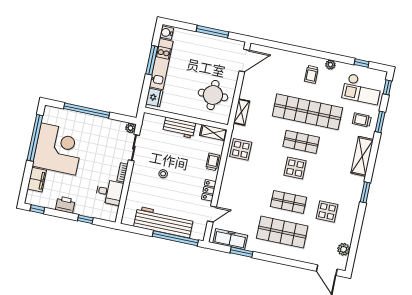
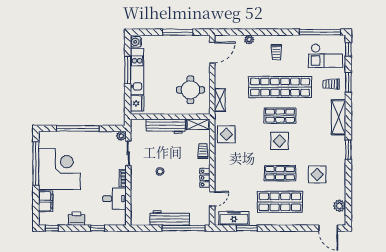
window: (362, 63) -> (320, 32), width x3.17
plant: (330, 65) -> (249, 40), moved
workbench: (179, 128) -> (166, 126), width x1.37
workbench: (164, 222) -> (170, 218), width x0.73, depth x0.76

